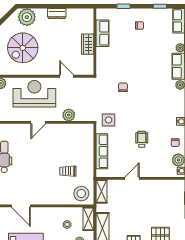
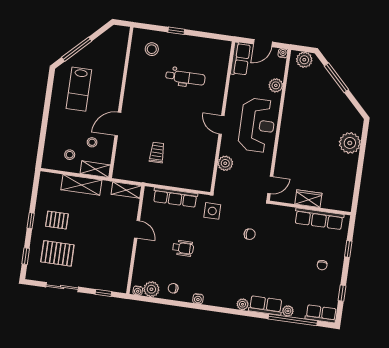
dresser: (57, 14) -> (351, 166), removed
plant: (27, 17) -> (350, 143), moved
row of seats: (103, 33) -> (319, 219), width x1.48
spiral stairs: (23, 48) -> (315, 119), removed
door: (67, 76) -> (270, 185), moved
stool: (81, 194) -> (127, 165), removed
door: (21, 206) -> (118, 124), moved

